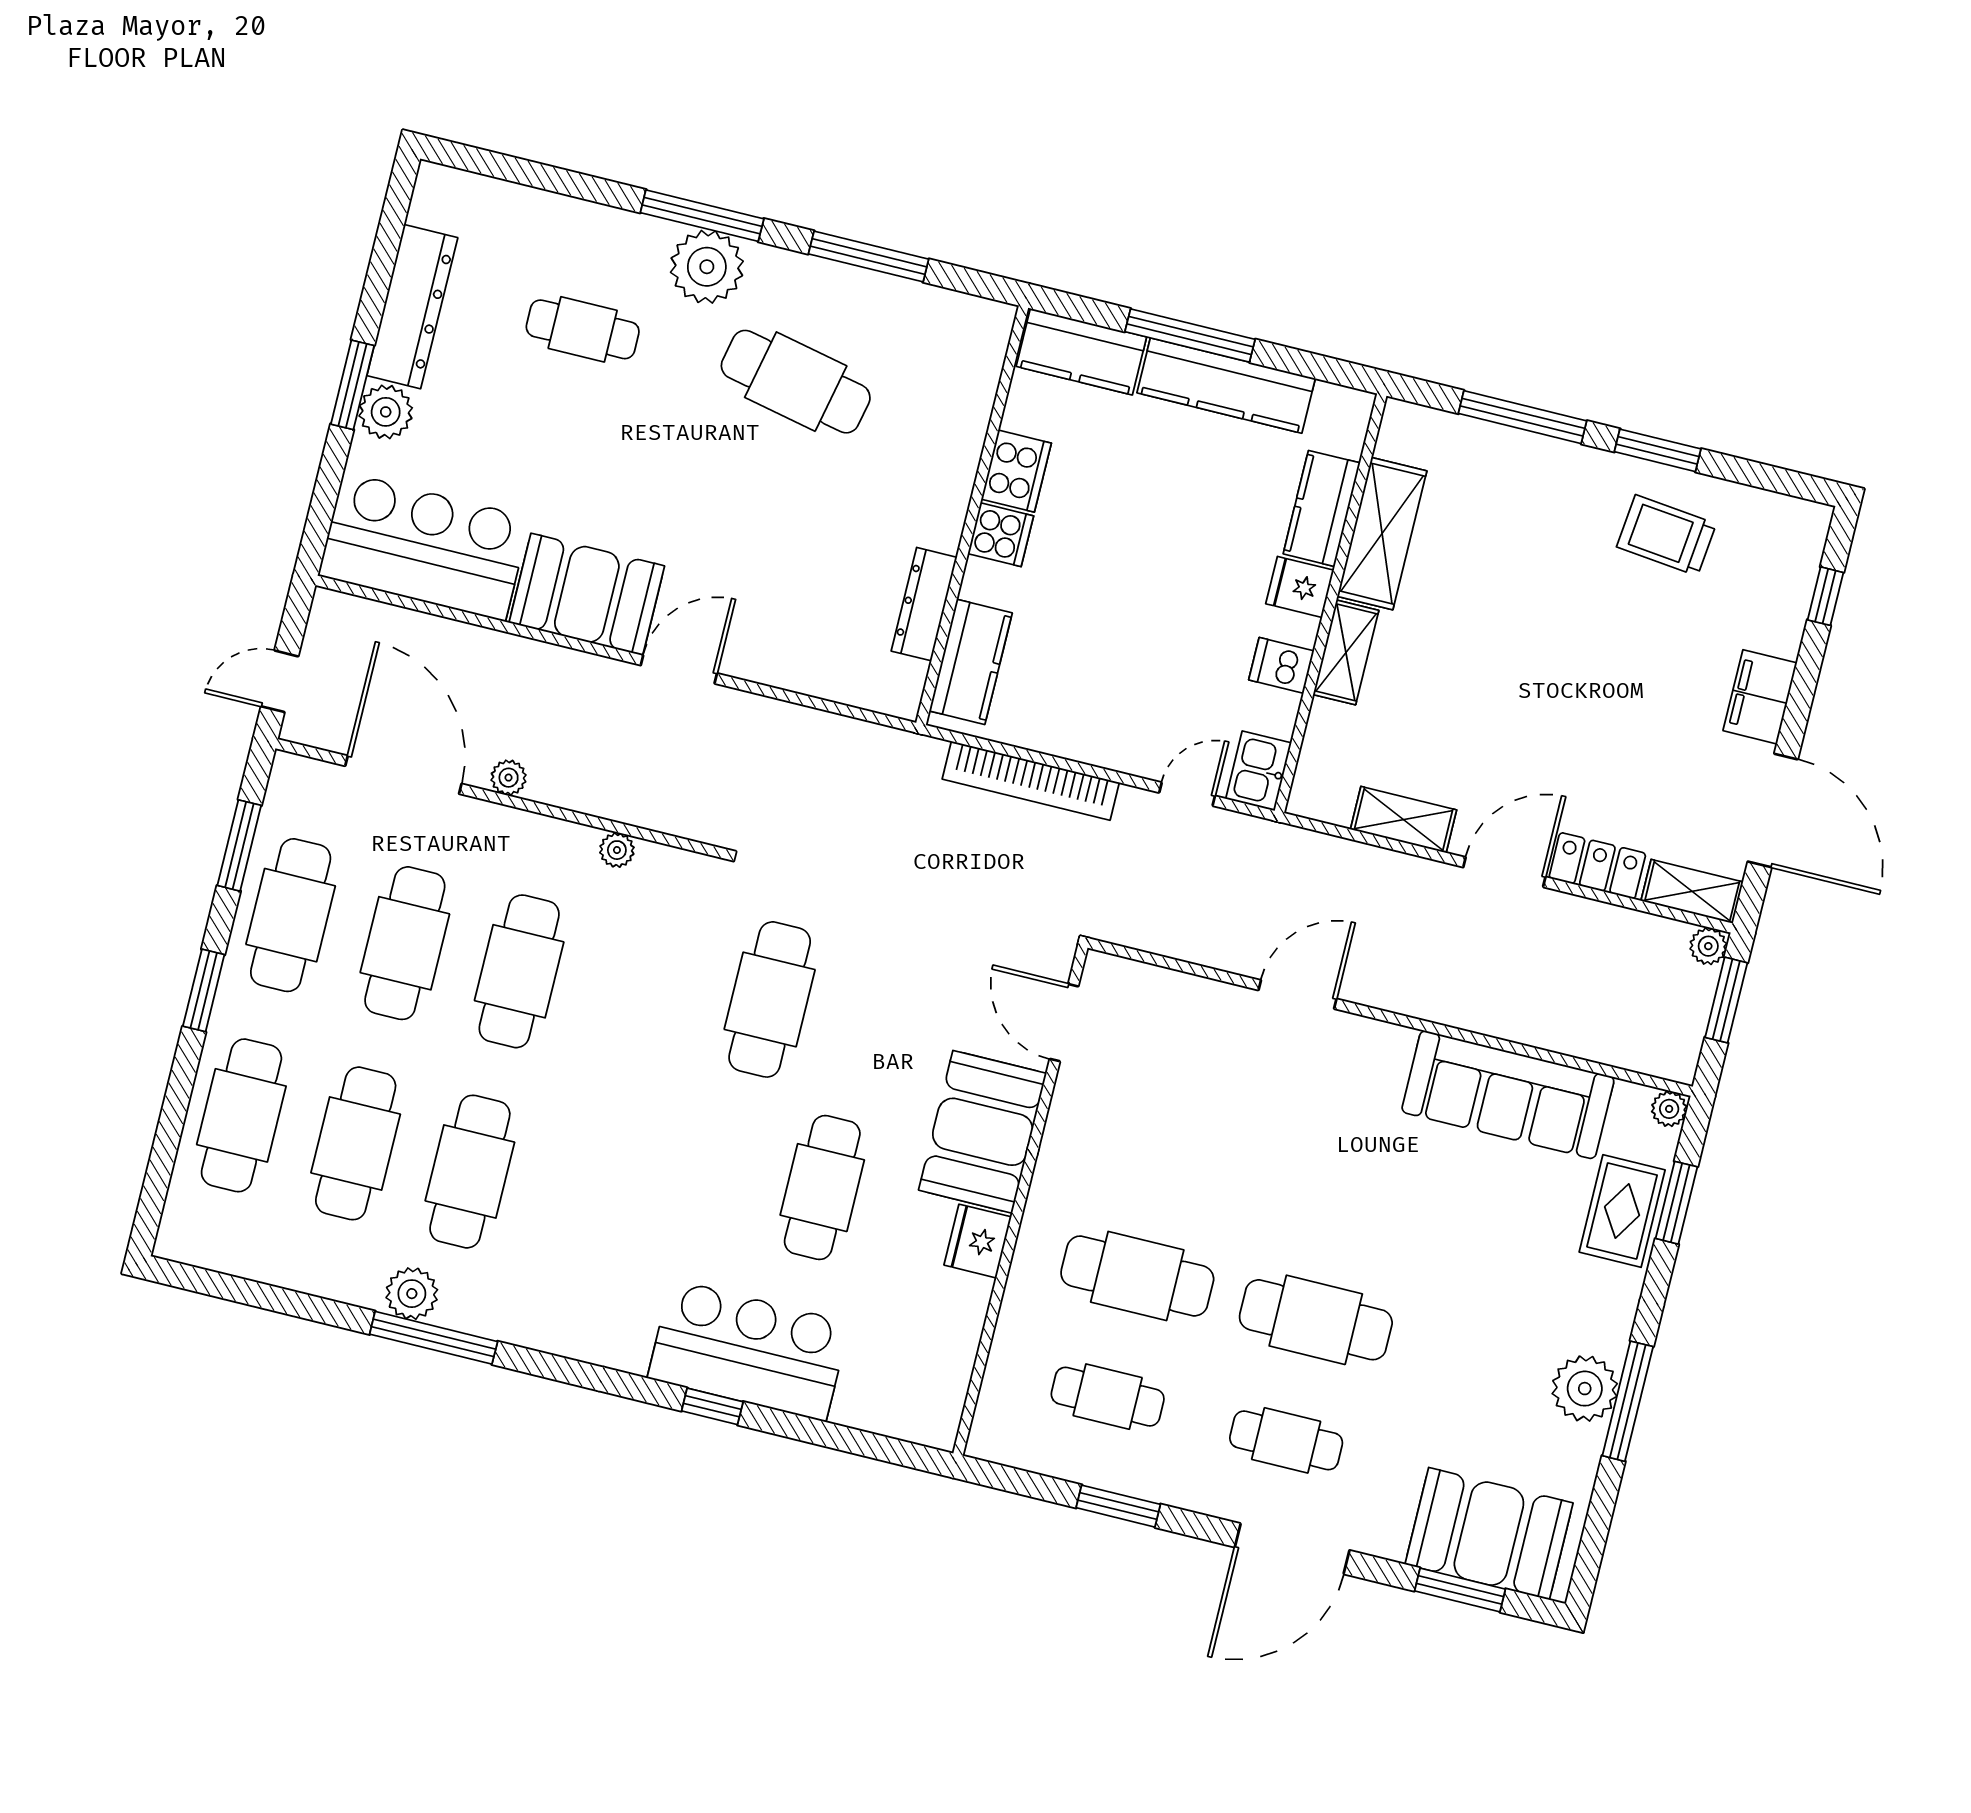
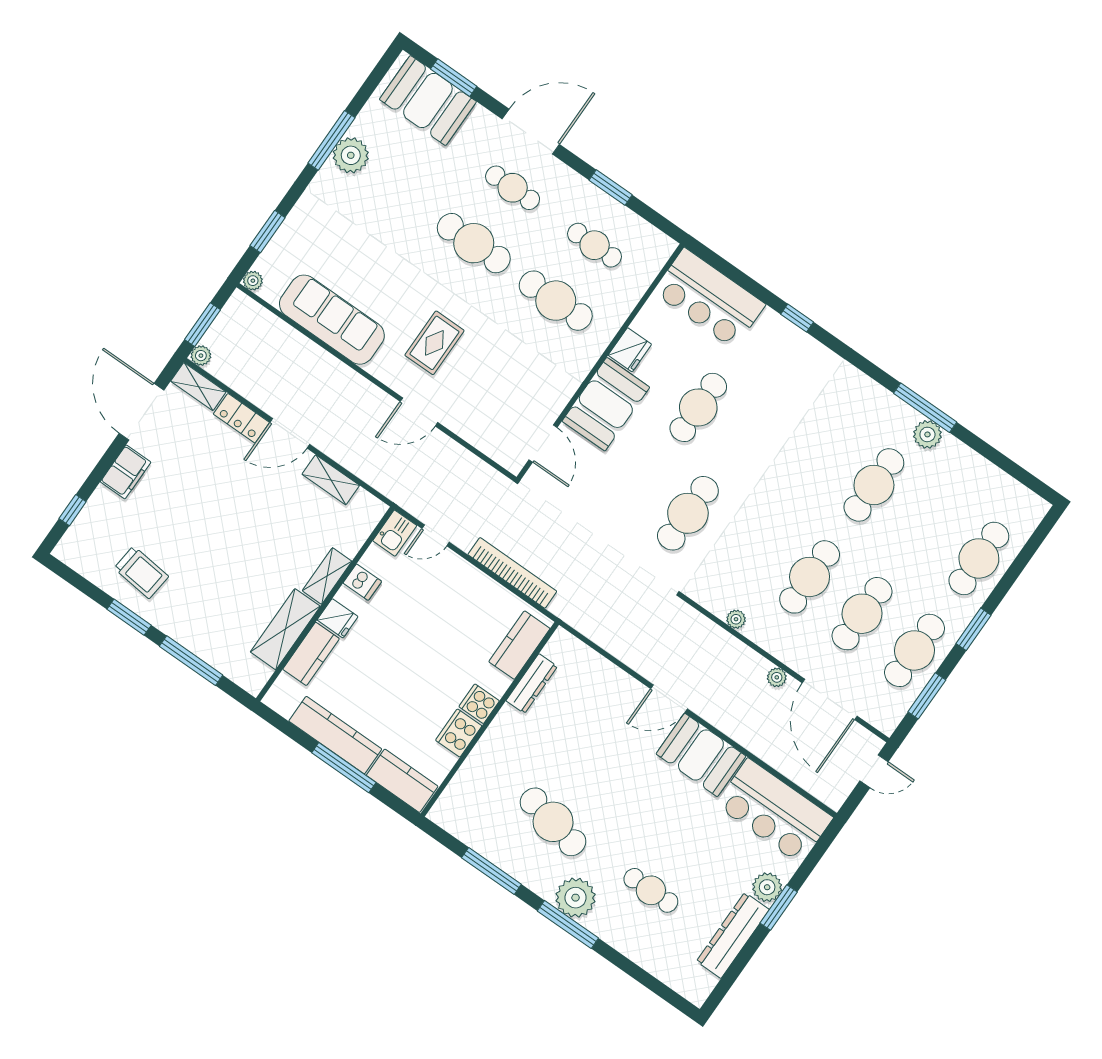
cafe table: (356, 1143) -> (926, 522), removed
rug: (1622, 1211) -> (434, 343), moved
bar counter: (749, 1350) -> (709, 298), moved

